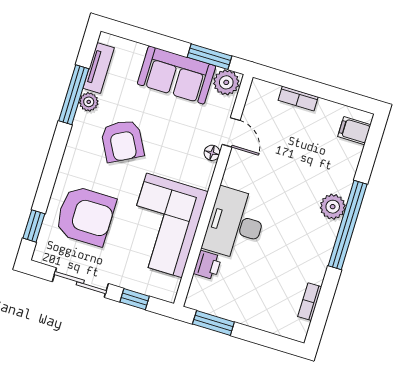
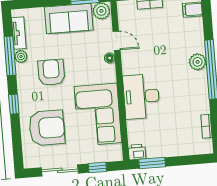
armchair: (122, 141) -> (51, 72), turned -152
window: (34, 226) -> (14, 104), moved
printer: (207, 265) -> (137, 152), moved, turned -90

